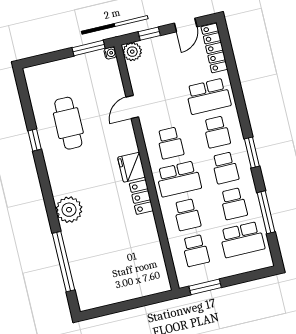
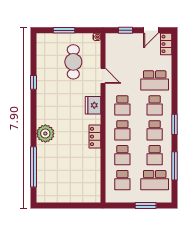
window: (89, 48) -> (64, 30), moved
locker: (214, 48) -> (166, 44), width x0.66
plant: (132, 52) -> (112, 39), removed
door: (132, 107) -> (103, 76), swing flipped
cafe table: (68, 123) -> (73, 62), moved
fridge: (131, 167) -> (93, 105), moved
school desk: (179, 179) -> (122, 130), width x0.54
window: (205, 287) -> (146, 206), moved

